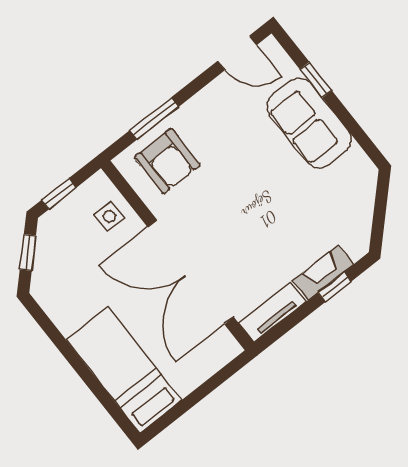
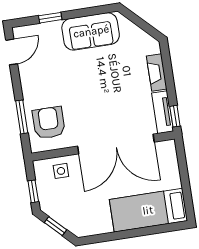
sofa: (309, 123) -> (91, 31), moved
armchair: (167, 161) -> (49, 123), turned -90
window: (335, 287) -> (175, 116), moved

